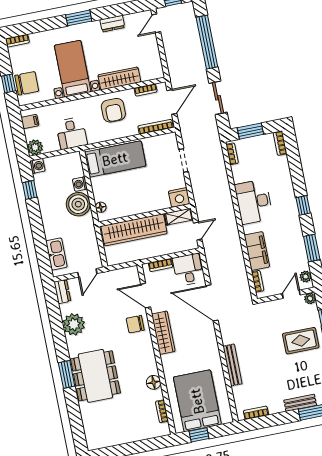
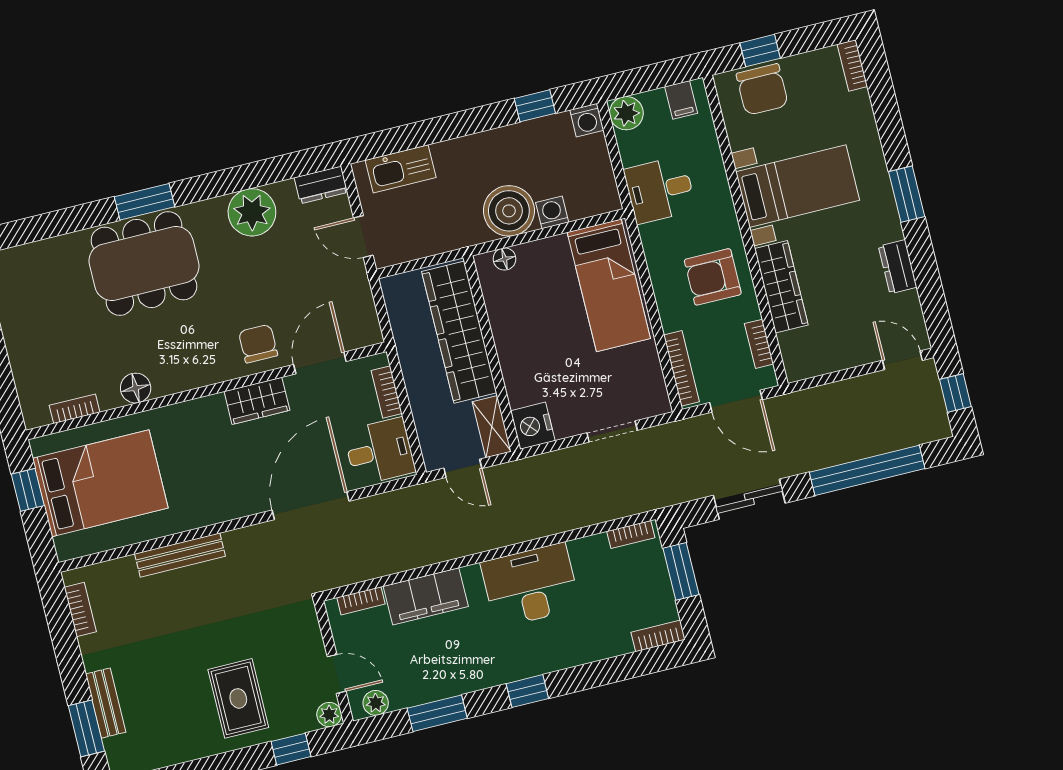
wardrobe: (163, 333) -> (257, 401), width x0.67

